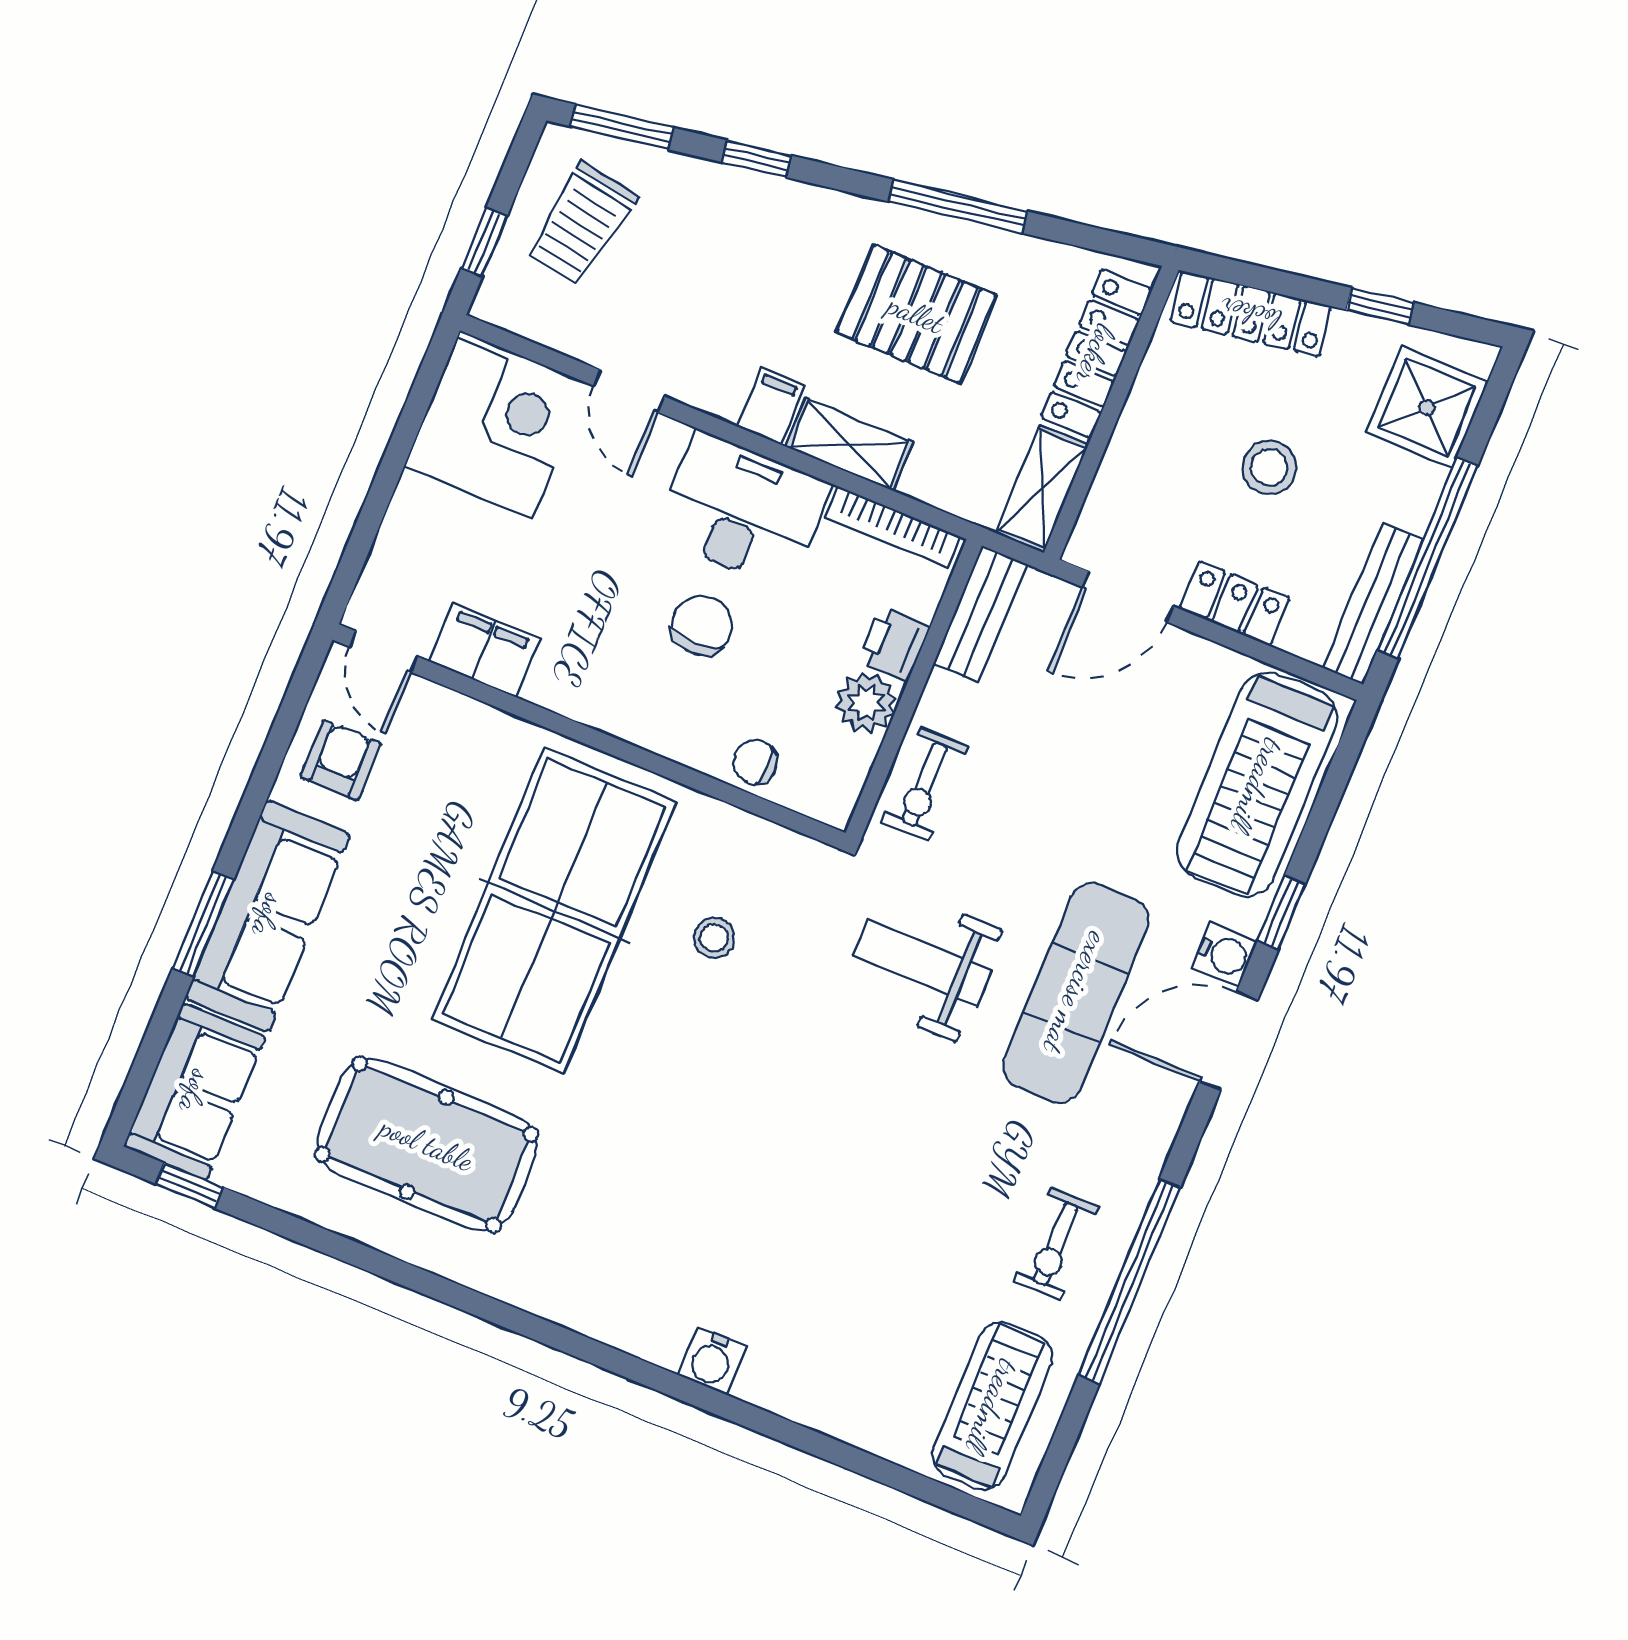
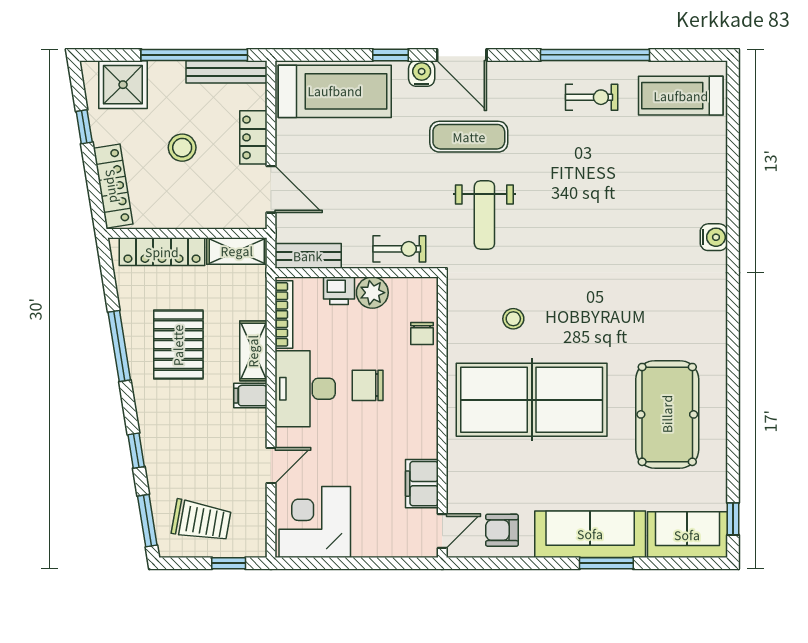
exercise mat: (1076, 993) -> (469, 137), width x0.73, depth x0.69

